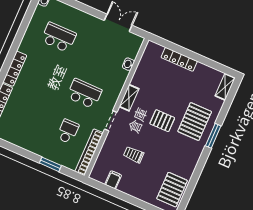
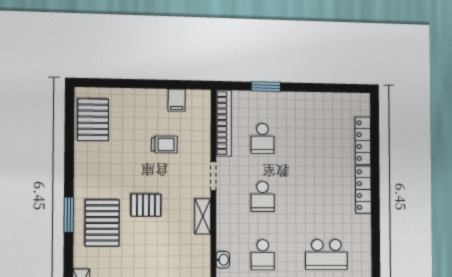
school desk: (101, 56) -> (263, 255), added
school desk: (84, 94) -> (263, 196), width x0.54

